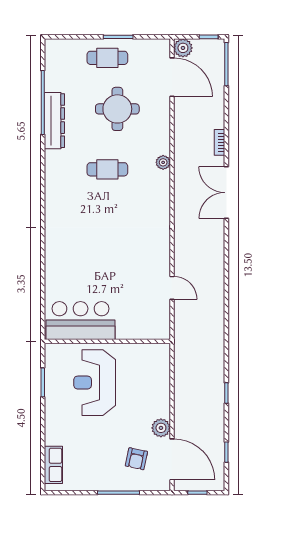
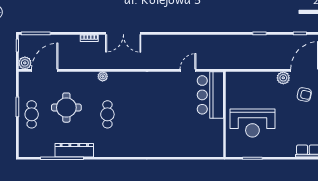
bar counter: (81, 321) -> (210, 95), moved

